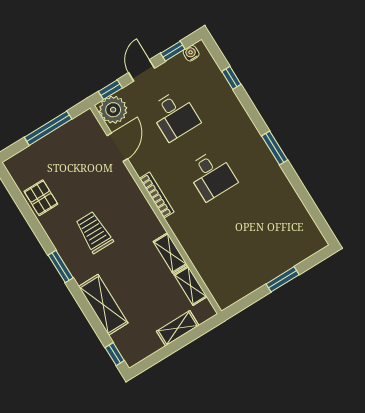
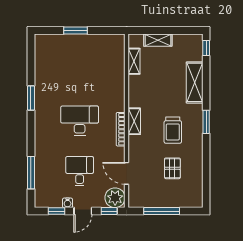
water cooler: (191, 53) -> (68, 203), moved
window: (231, 78) -> (31, 173), width x2.17
door: (117, 147) -> (127, 173), hinge flipped
window: (275, 148) -> (31, 98), moved
desk: (212, 175) -> (80, 121), width x1.37
pallet: (41, 198) -> (172, 168), moved
shelving: (170, 253) -> (134, 121), moved

